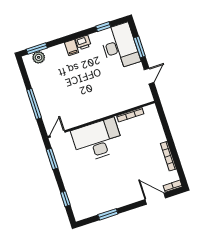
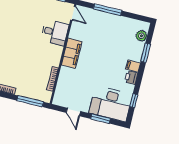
window: (37, 49) -> (146, 53), moved
filing cabinet: (95, 112) -> (72, 53), added
window: (164, 123) -> (30, 101), added
desk: (97, 140) -> (55, 32), width x0.53, depth x0.77

